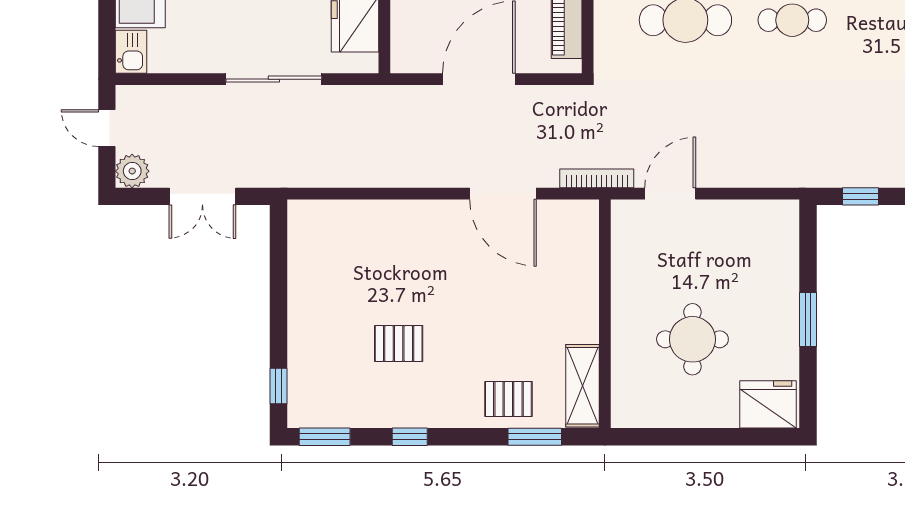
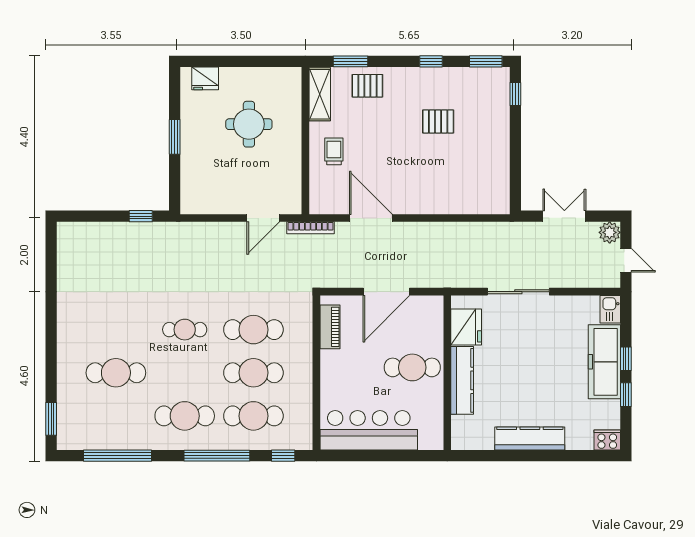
trolley: (560, 297) -> (334, 151), added
fridge: (768, 404) -> (205, 78), width x0.73, depth x0.75

